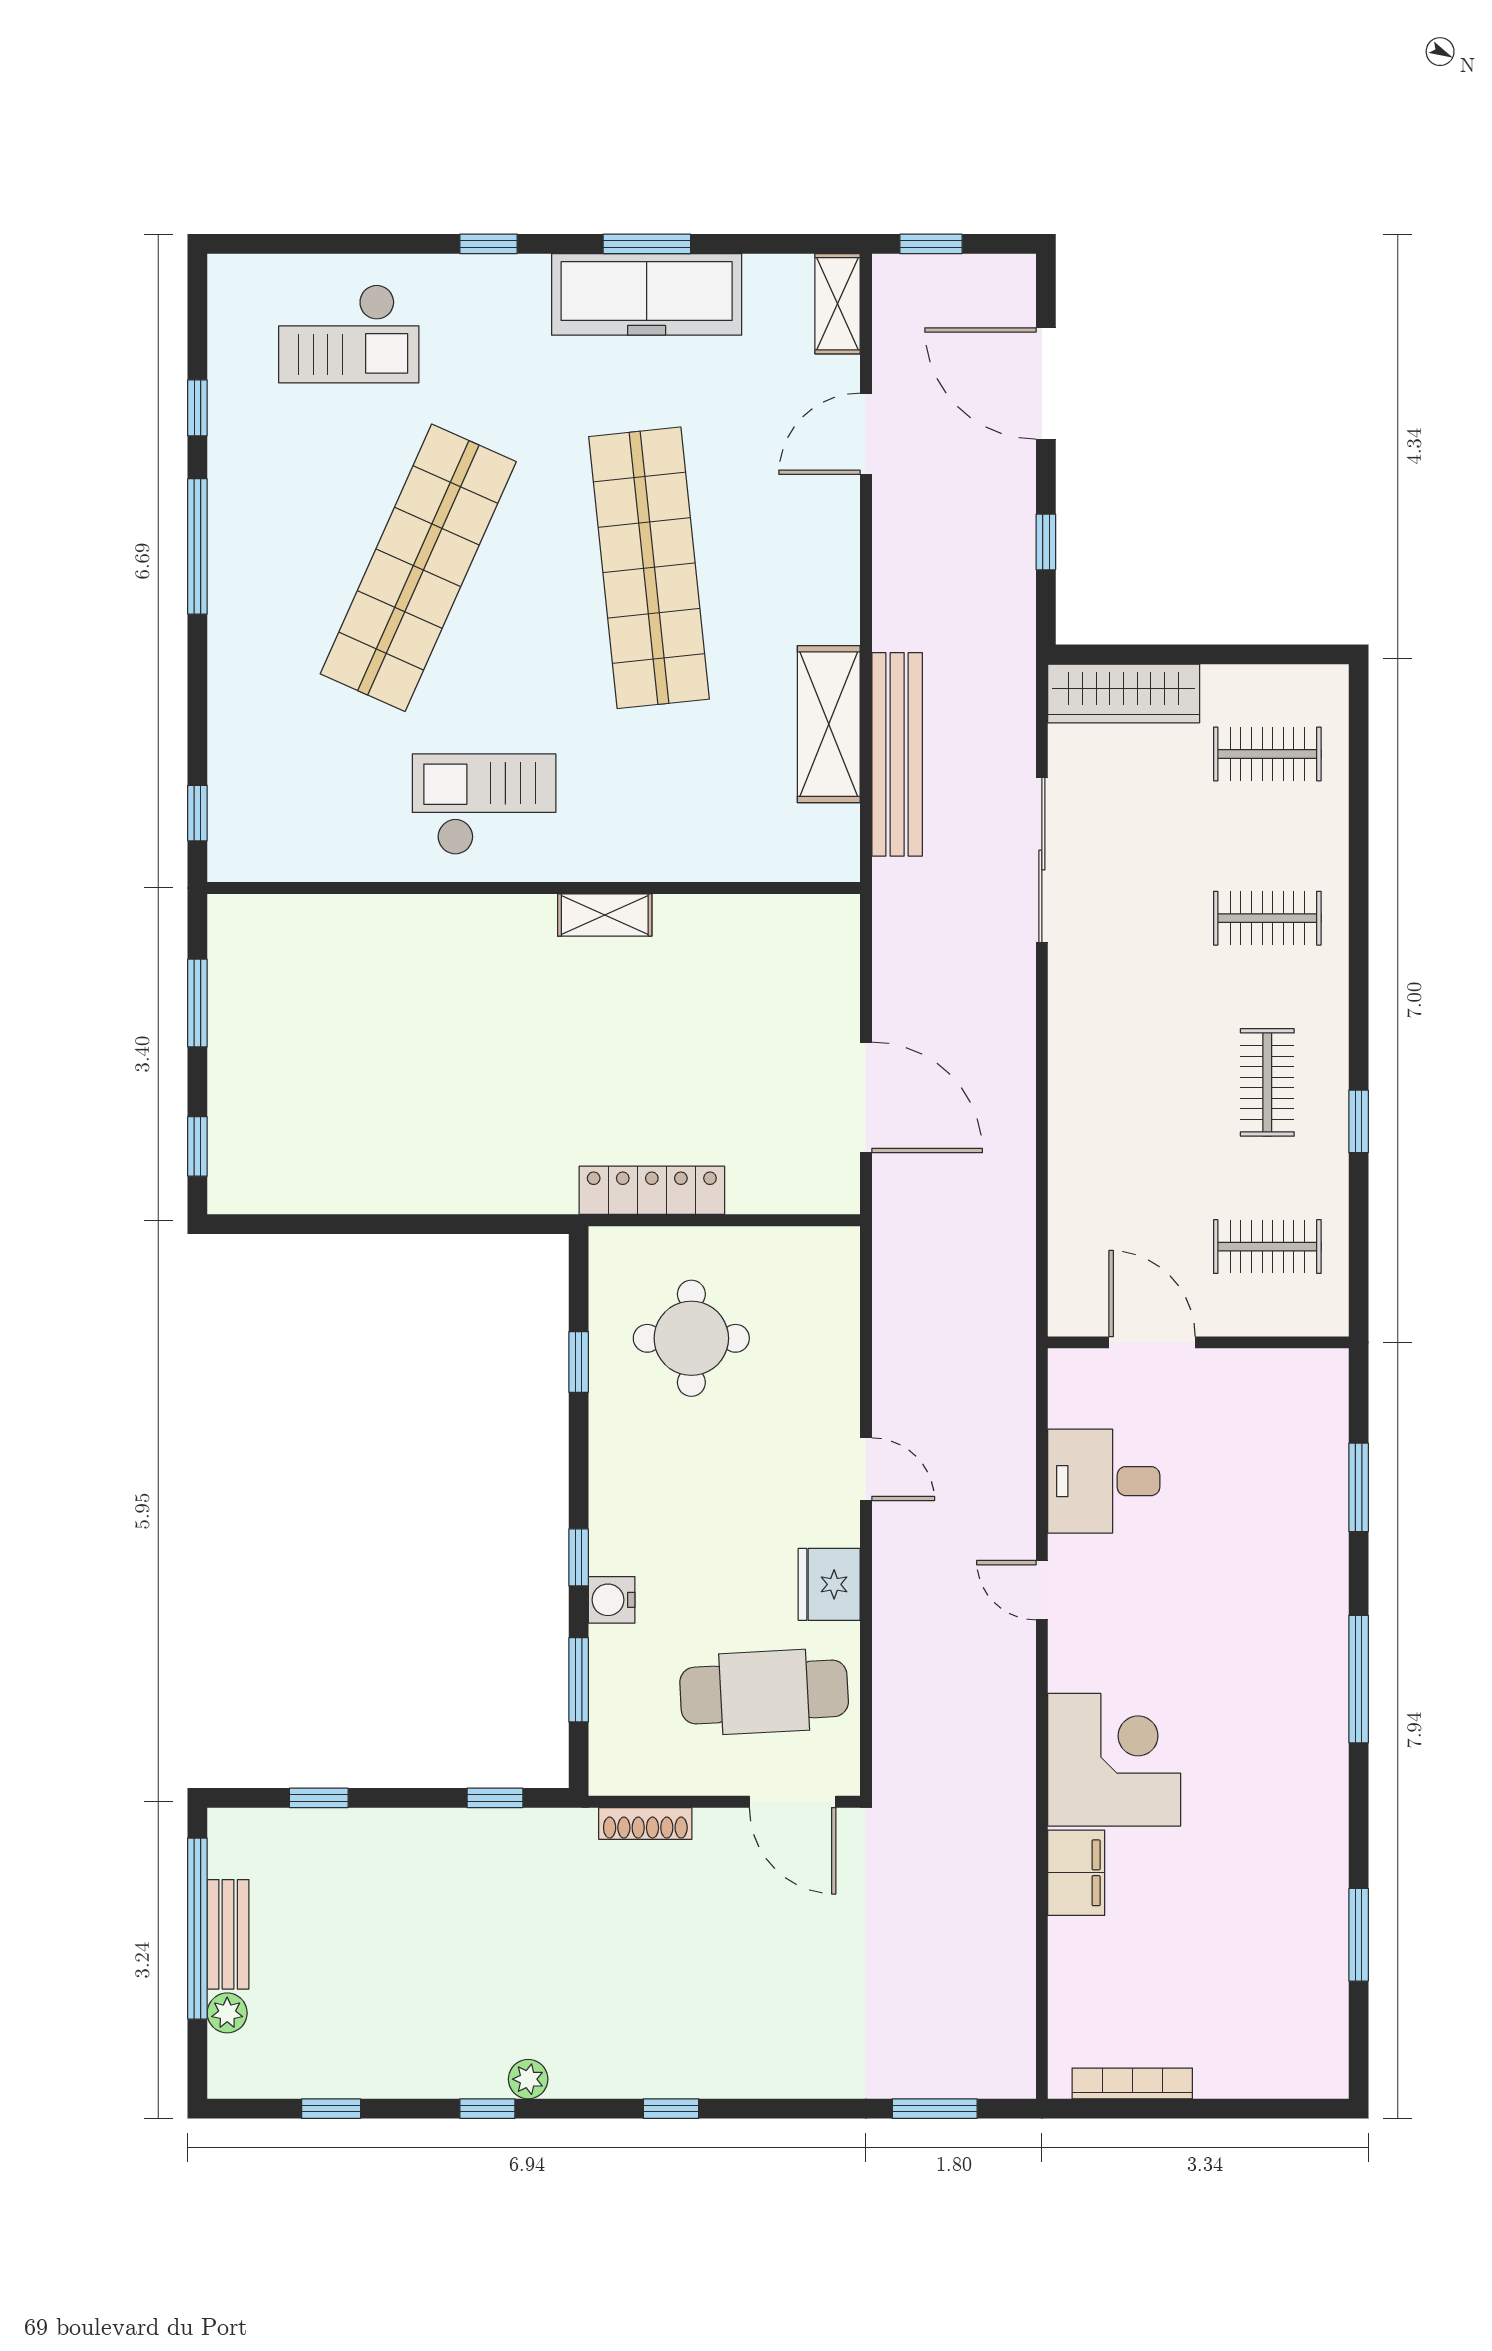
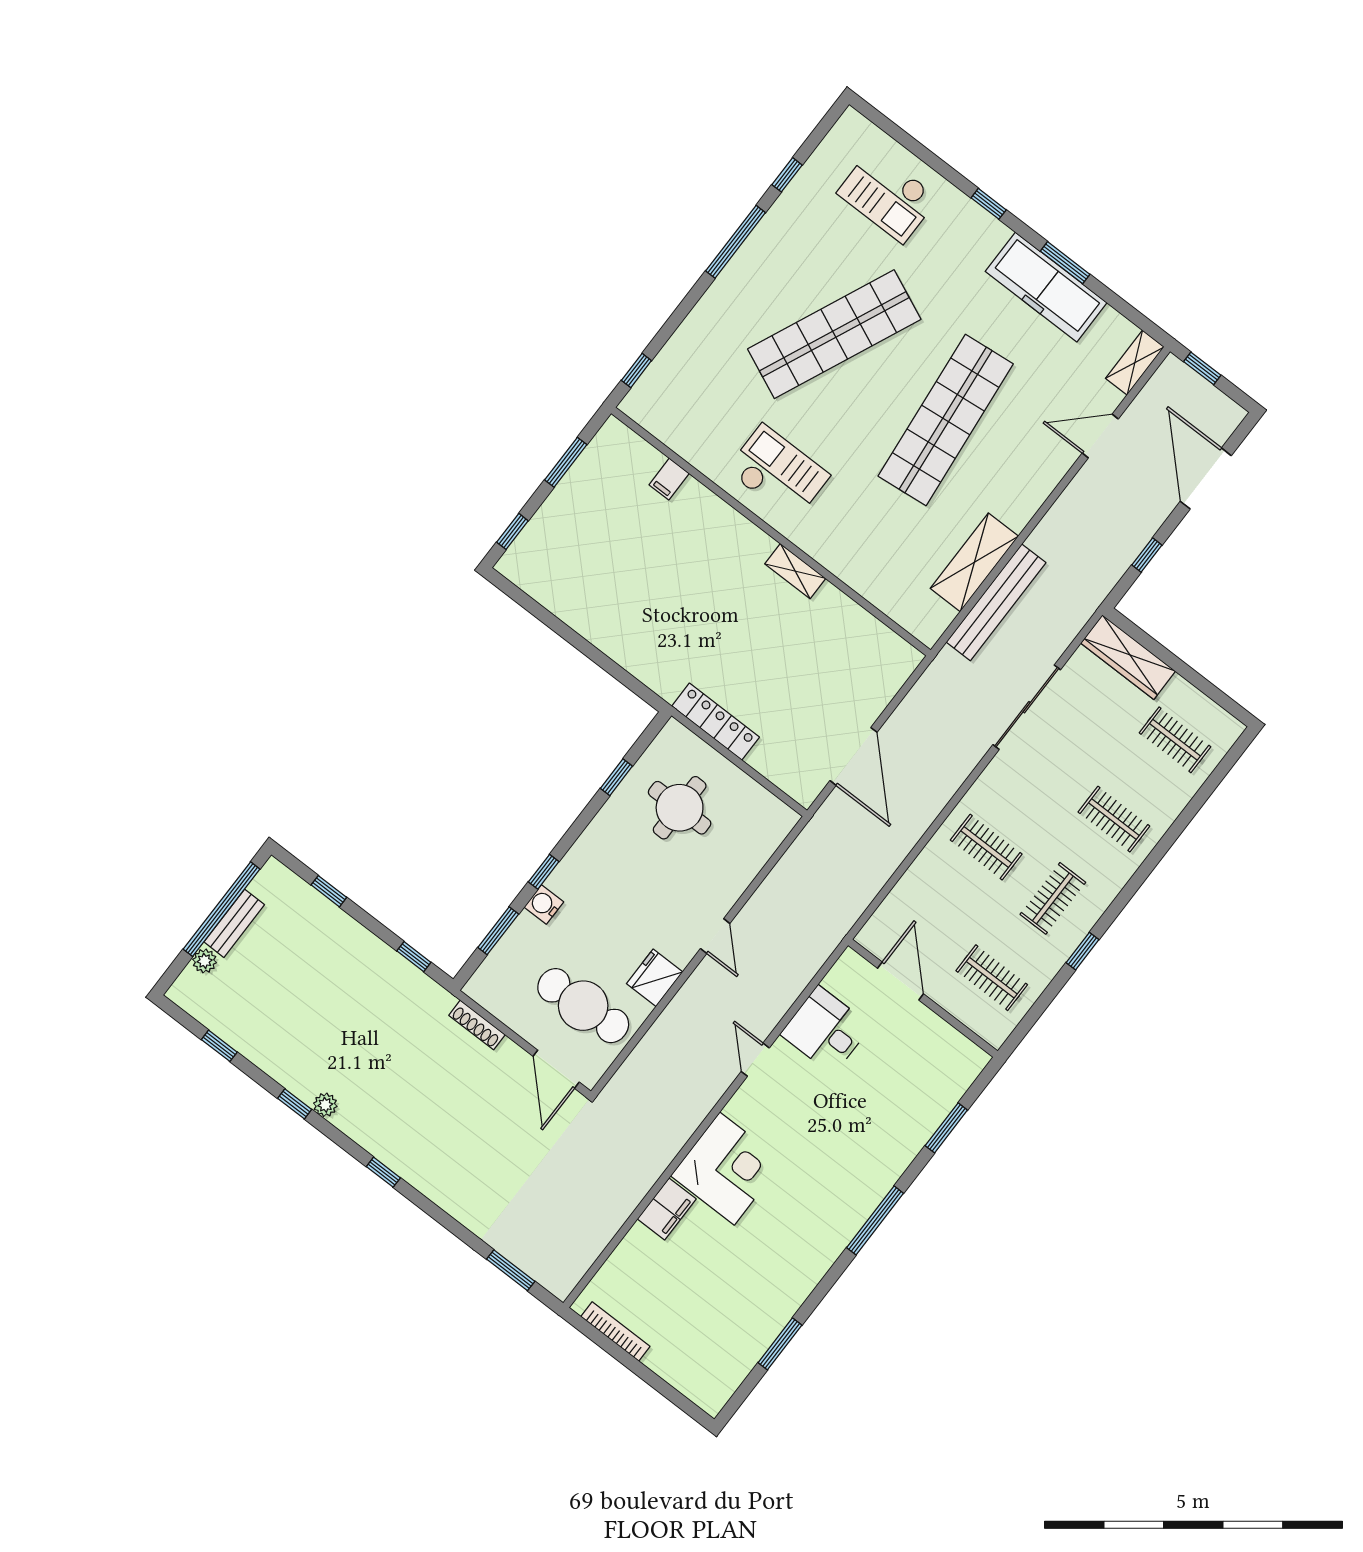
filing cabinet: (349, 921) -> (669, 479), added
clothes rail: (1129, 1082) -> (986, 847), added

